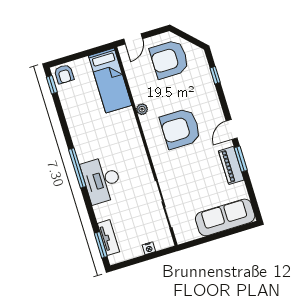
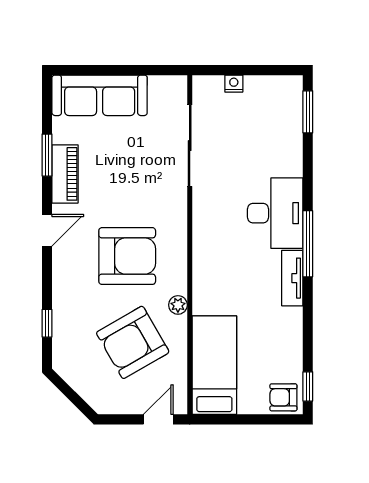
armchair: (169, 59) -> (133, 342), moved, turned 150
armchair: (64, 74) -> (283, 397), turned -90
window: (241, 159) -> (47, 155), moved
tv unit: (108, 238) -> (292, 278), moved

